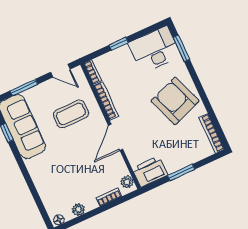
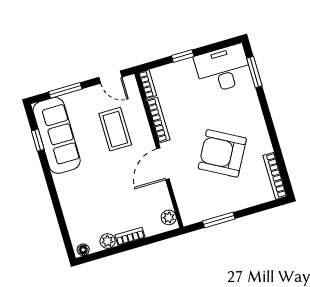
armchair: (175, 101) -> (222, 153), moved, turned -41
coffee table: (71, 114) -> (115, 129), turned 90
printer: (150, 172) -> (197, 210), removed
window: (181, 172) -> (219, 220), moved
bookcase: (109, 197) -> (130, 236), moved

